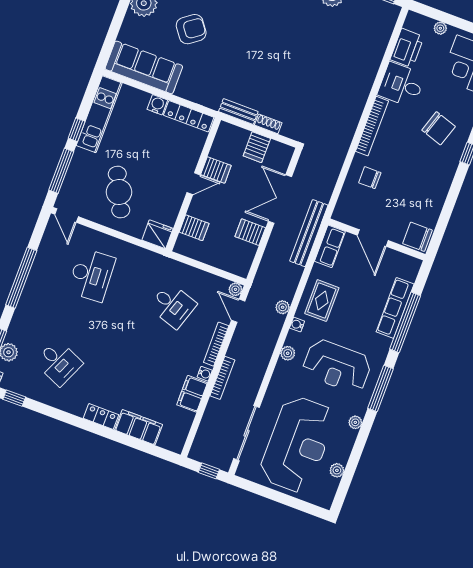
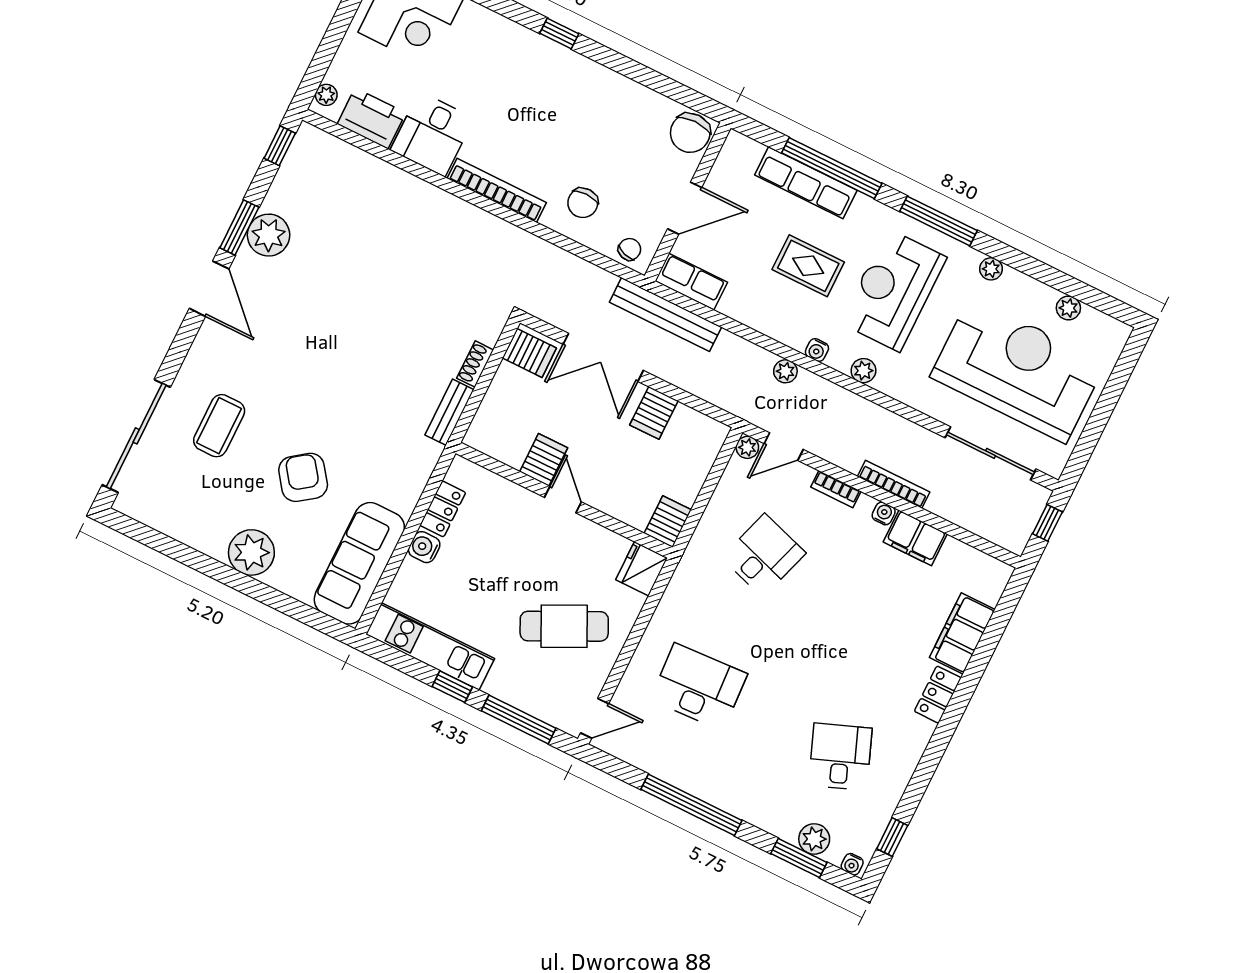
plant: (440, 28) -> (326, 95), moved
locker: (189, 116) -> (443, 509), width x0.66
chair: (439, 128) -> (630, 249), moved, width x0.54, depth x0.54
server rack: (257, 147) -> (529, 353), moved
server rack: (194, 228) -> (668, 522), moved
rug: (322, 301) -> (808, 266), moved
bookcase: (216, 344) -> (836, 489), width x0.64
desk: (59, 363) -> (840, 757), turned -45
reception desk: (337, 366) -> (894, 290), turned 180

